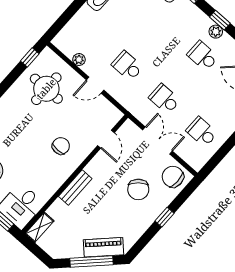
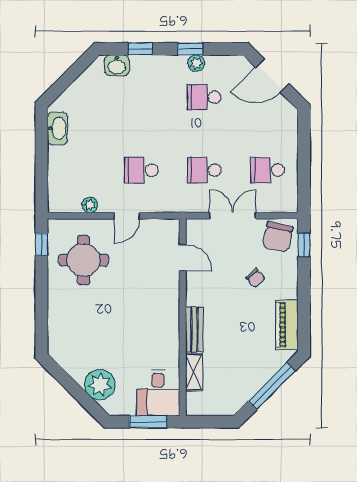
chair: (61, 146) -> (146, 302), removed
chair: (173, 177) -> (278, 237), turned -78
chair: (138, 189) -> (256, 278), width x0.54, depth x0.54
window: (165, 217) -> (304, 245), moved
shelving: (40, 227) -> (194, 372), moved
piano: (103, 247) -> (287, 325), moved, turned -45

